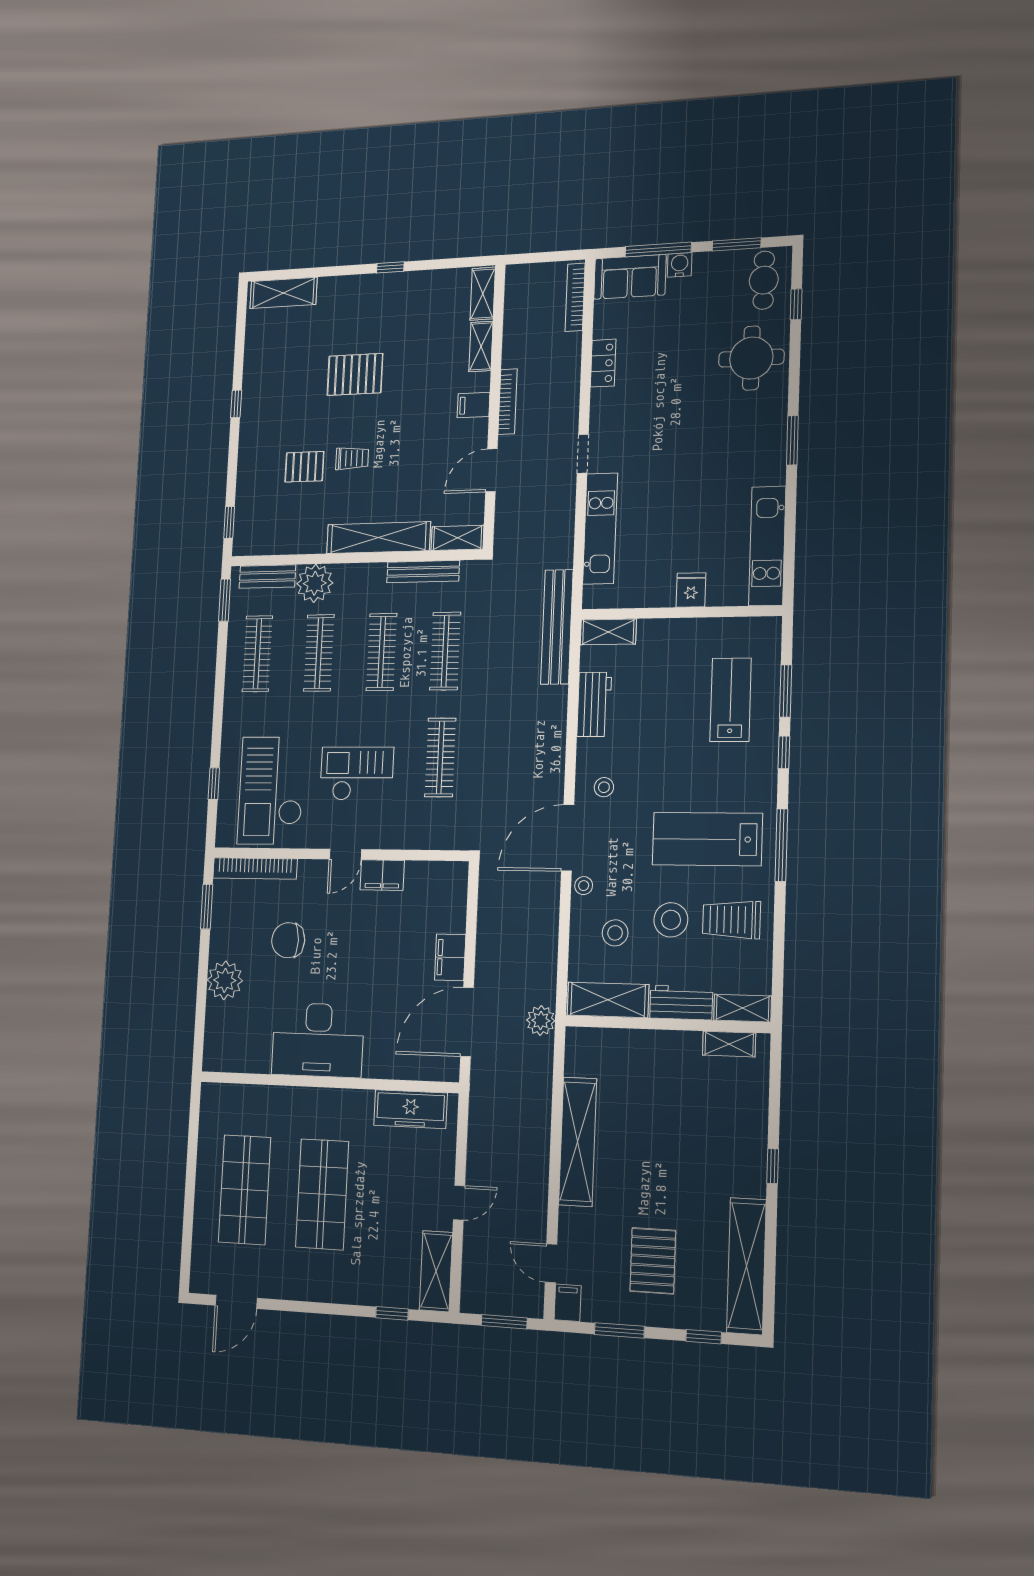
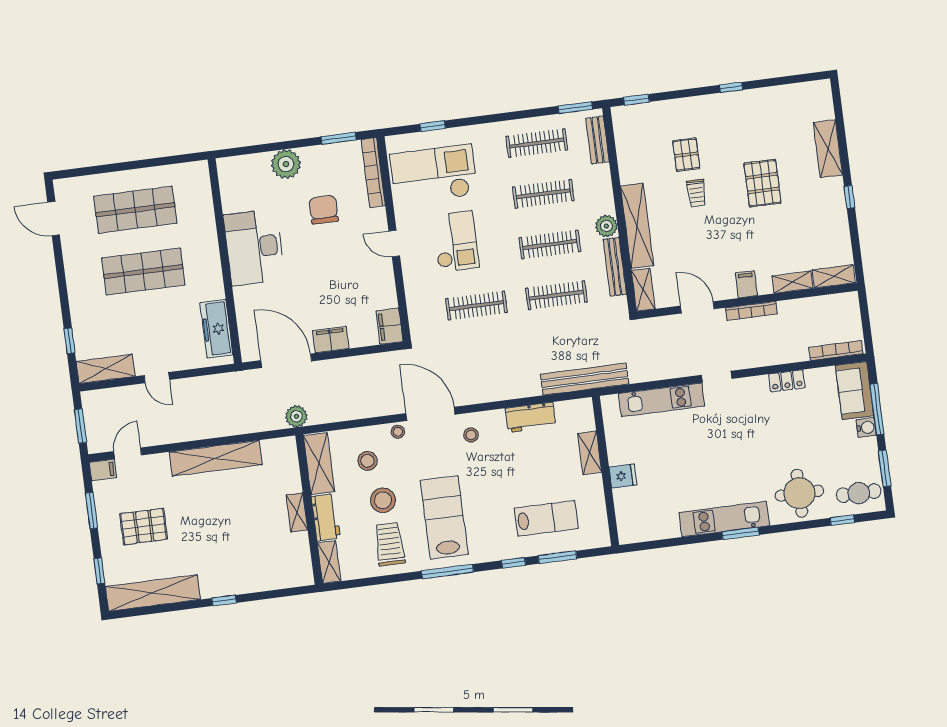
shelving: (283, 293) -> (828, 149), moved
kitchen unit: (767, 546) -> (724, 519), moved
plant: (315, 583) -> (606, 226), moved, width x0.73, depth x0.73
shelving: (608, 632) -> (590, 453), moved
filing cabinet: (382, 875) -> (390, 326), moved
shelving: (729, 1044) -> (297, 512), moved

